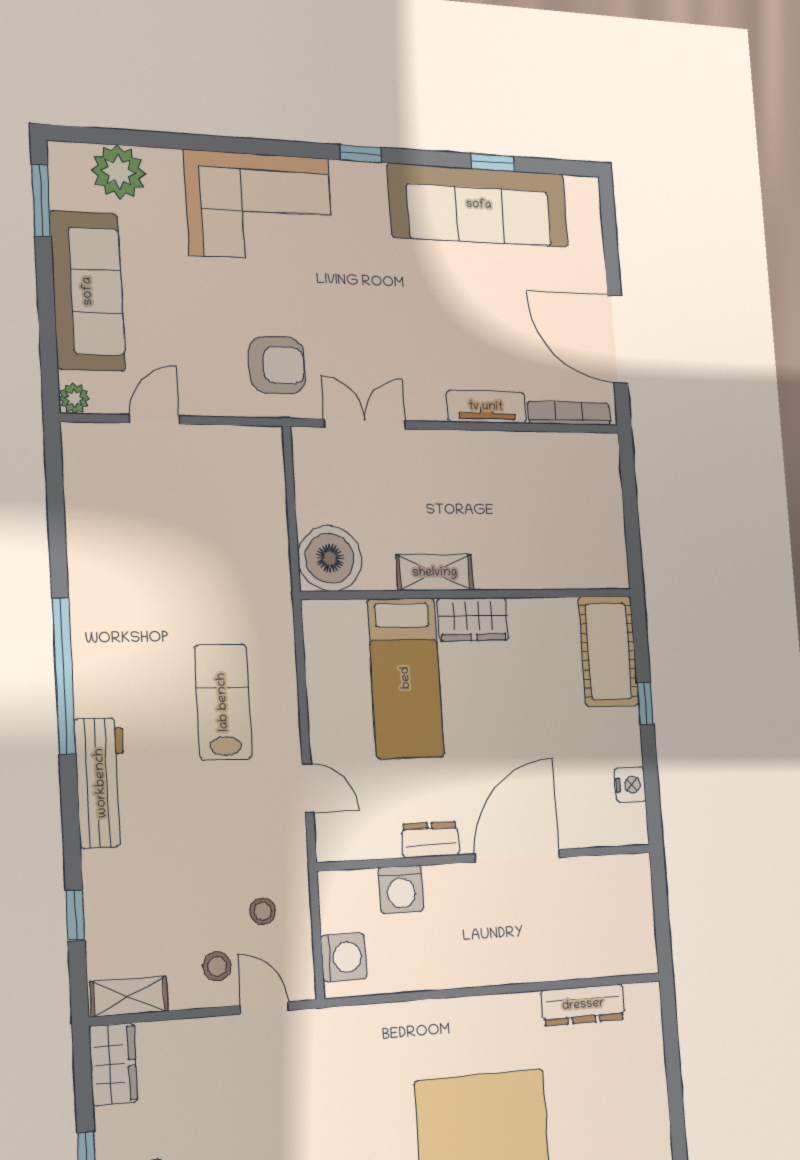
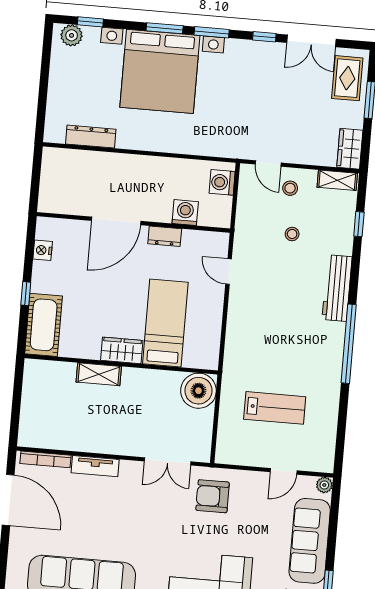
shelving: (435, 573) -> (99, 374), moved
lab bench: (223, 702) -> (275, 408), moved, turned -90
stool: (263, 911) -> (292, 234), moved

